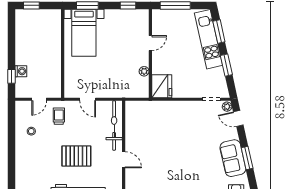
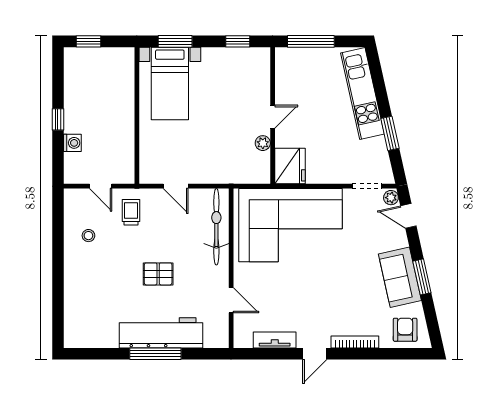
window: (219, 32) -> (378, 82), removed
door: (150, 43) -> (273, 117), moved
window: (12, 76) -> (58, 119), moved
door: (39, 99) -> (101, 186), hinge flipped
corner sofa: (162, 124) -> (291, 225), added
pallet: (76, 156) -> (158, 274), width x0.67, depth x0.71
door: (124, 160) -> (231, 300), moved

